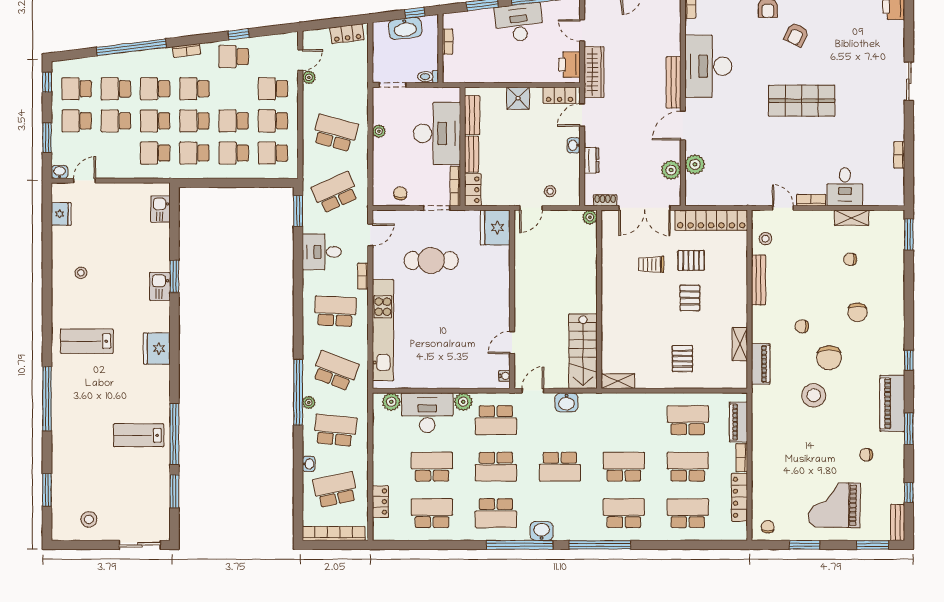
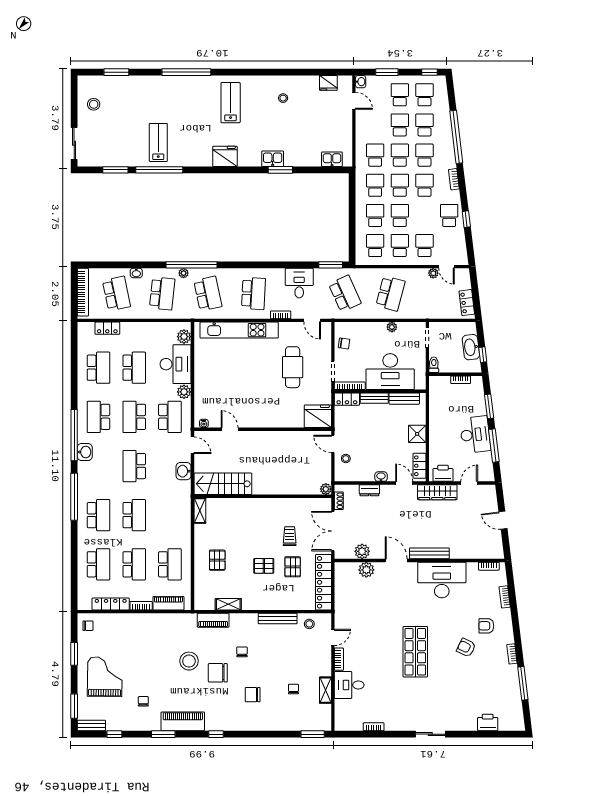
pallet: (682, 359) -> (217, 560), turned 90
school desk: (335, 371) -> (208, 294), turned -33
school desk: (496, 420) -> (170, 417), turned 180

